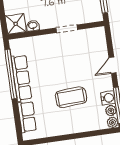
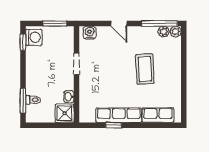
window: (11, 74) -> (114, 125), width x0.32
water cooler: (108, 98) -> (90, 33), moved

